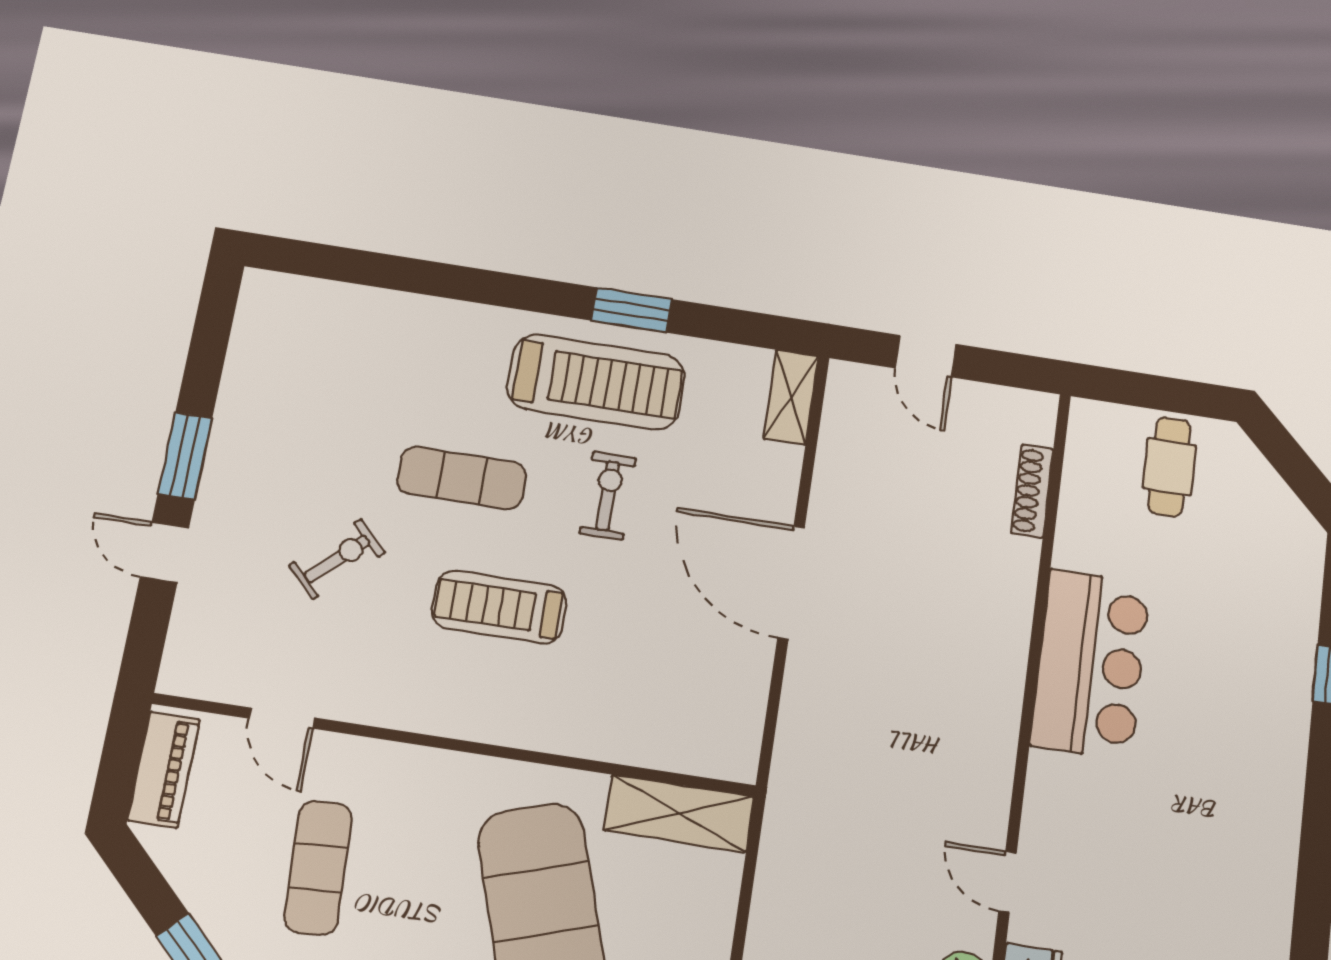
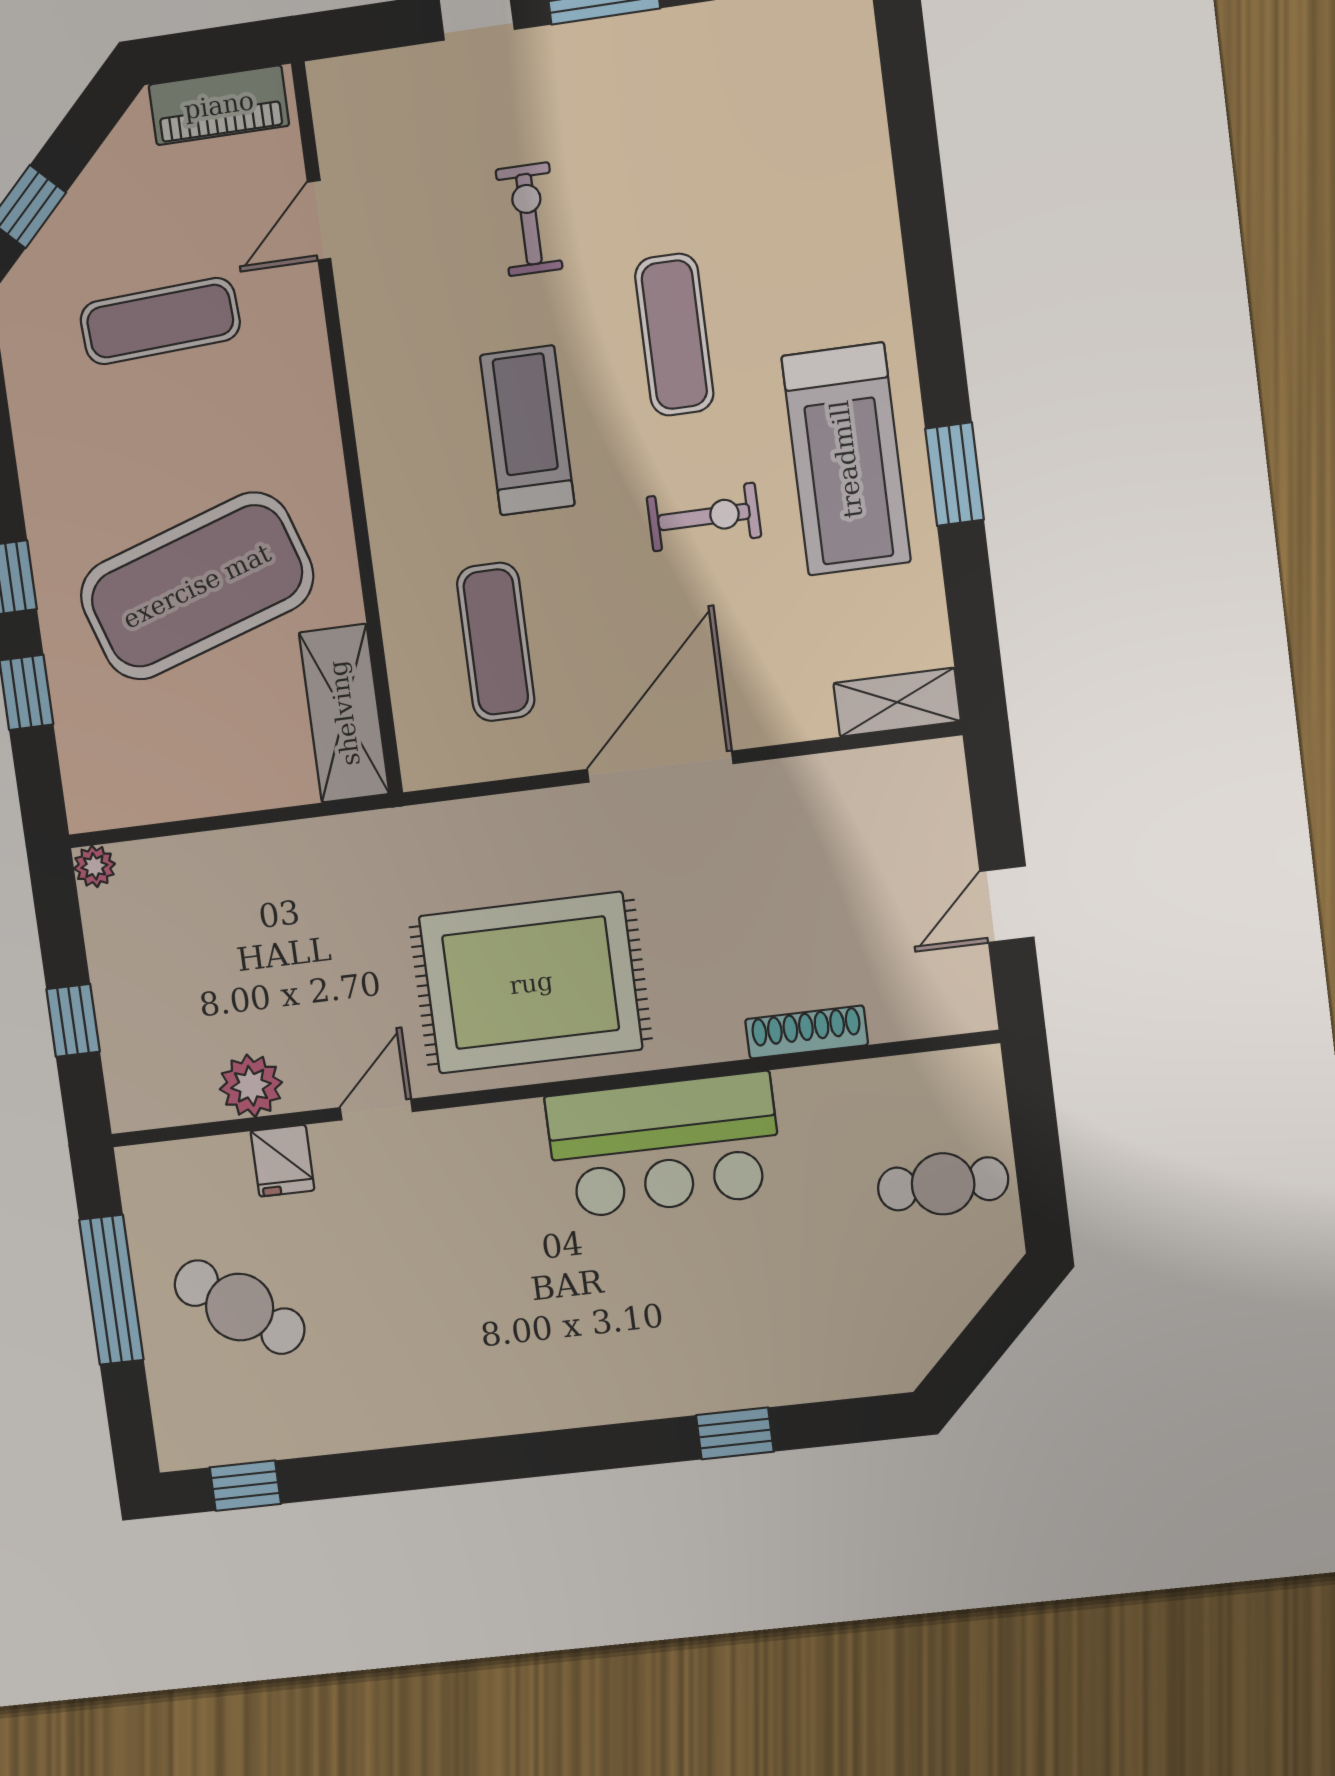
door: (926, 356) -> (1007, 904), moved
shoe rack: (1032, 491) -> (807, 1032), moved
exercise bike: (337, 559) -> (529, 219), turned -136
exercise mat: (657, 679) -> (496, 642), added
rug: (935, 730) -> (531, 983), added

